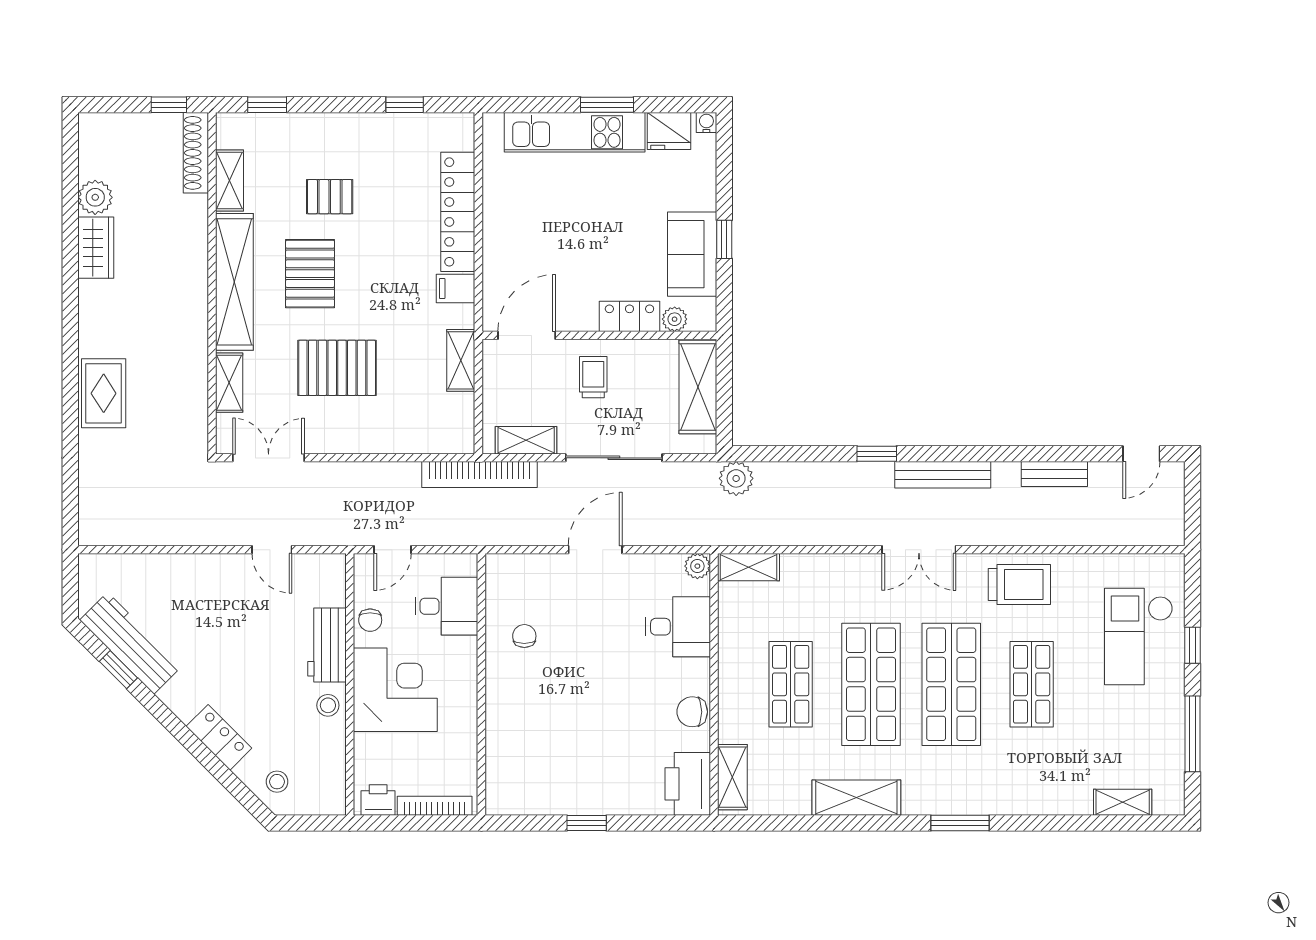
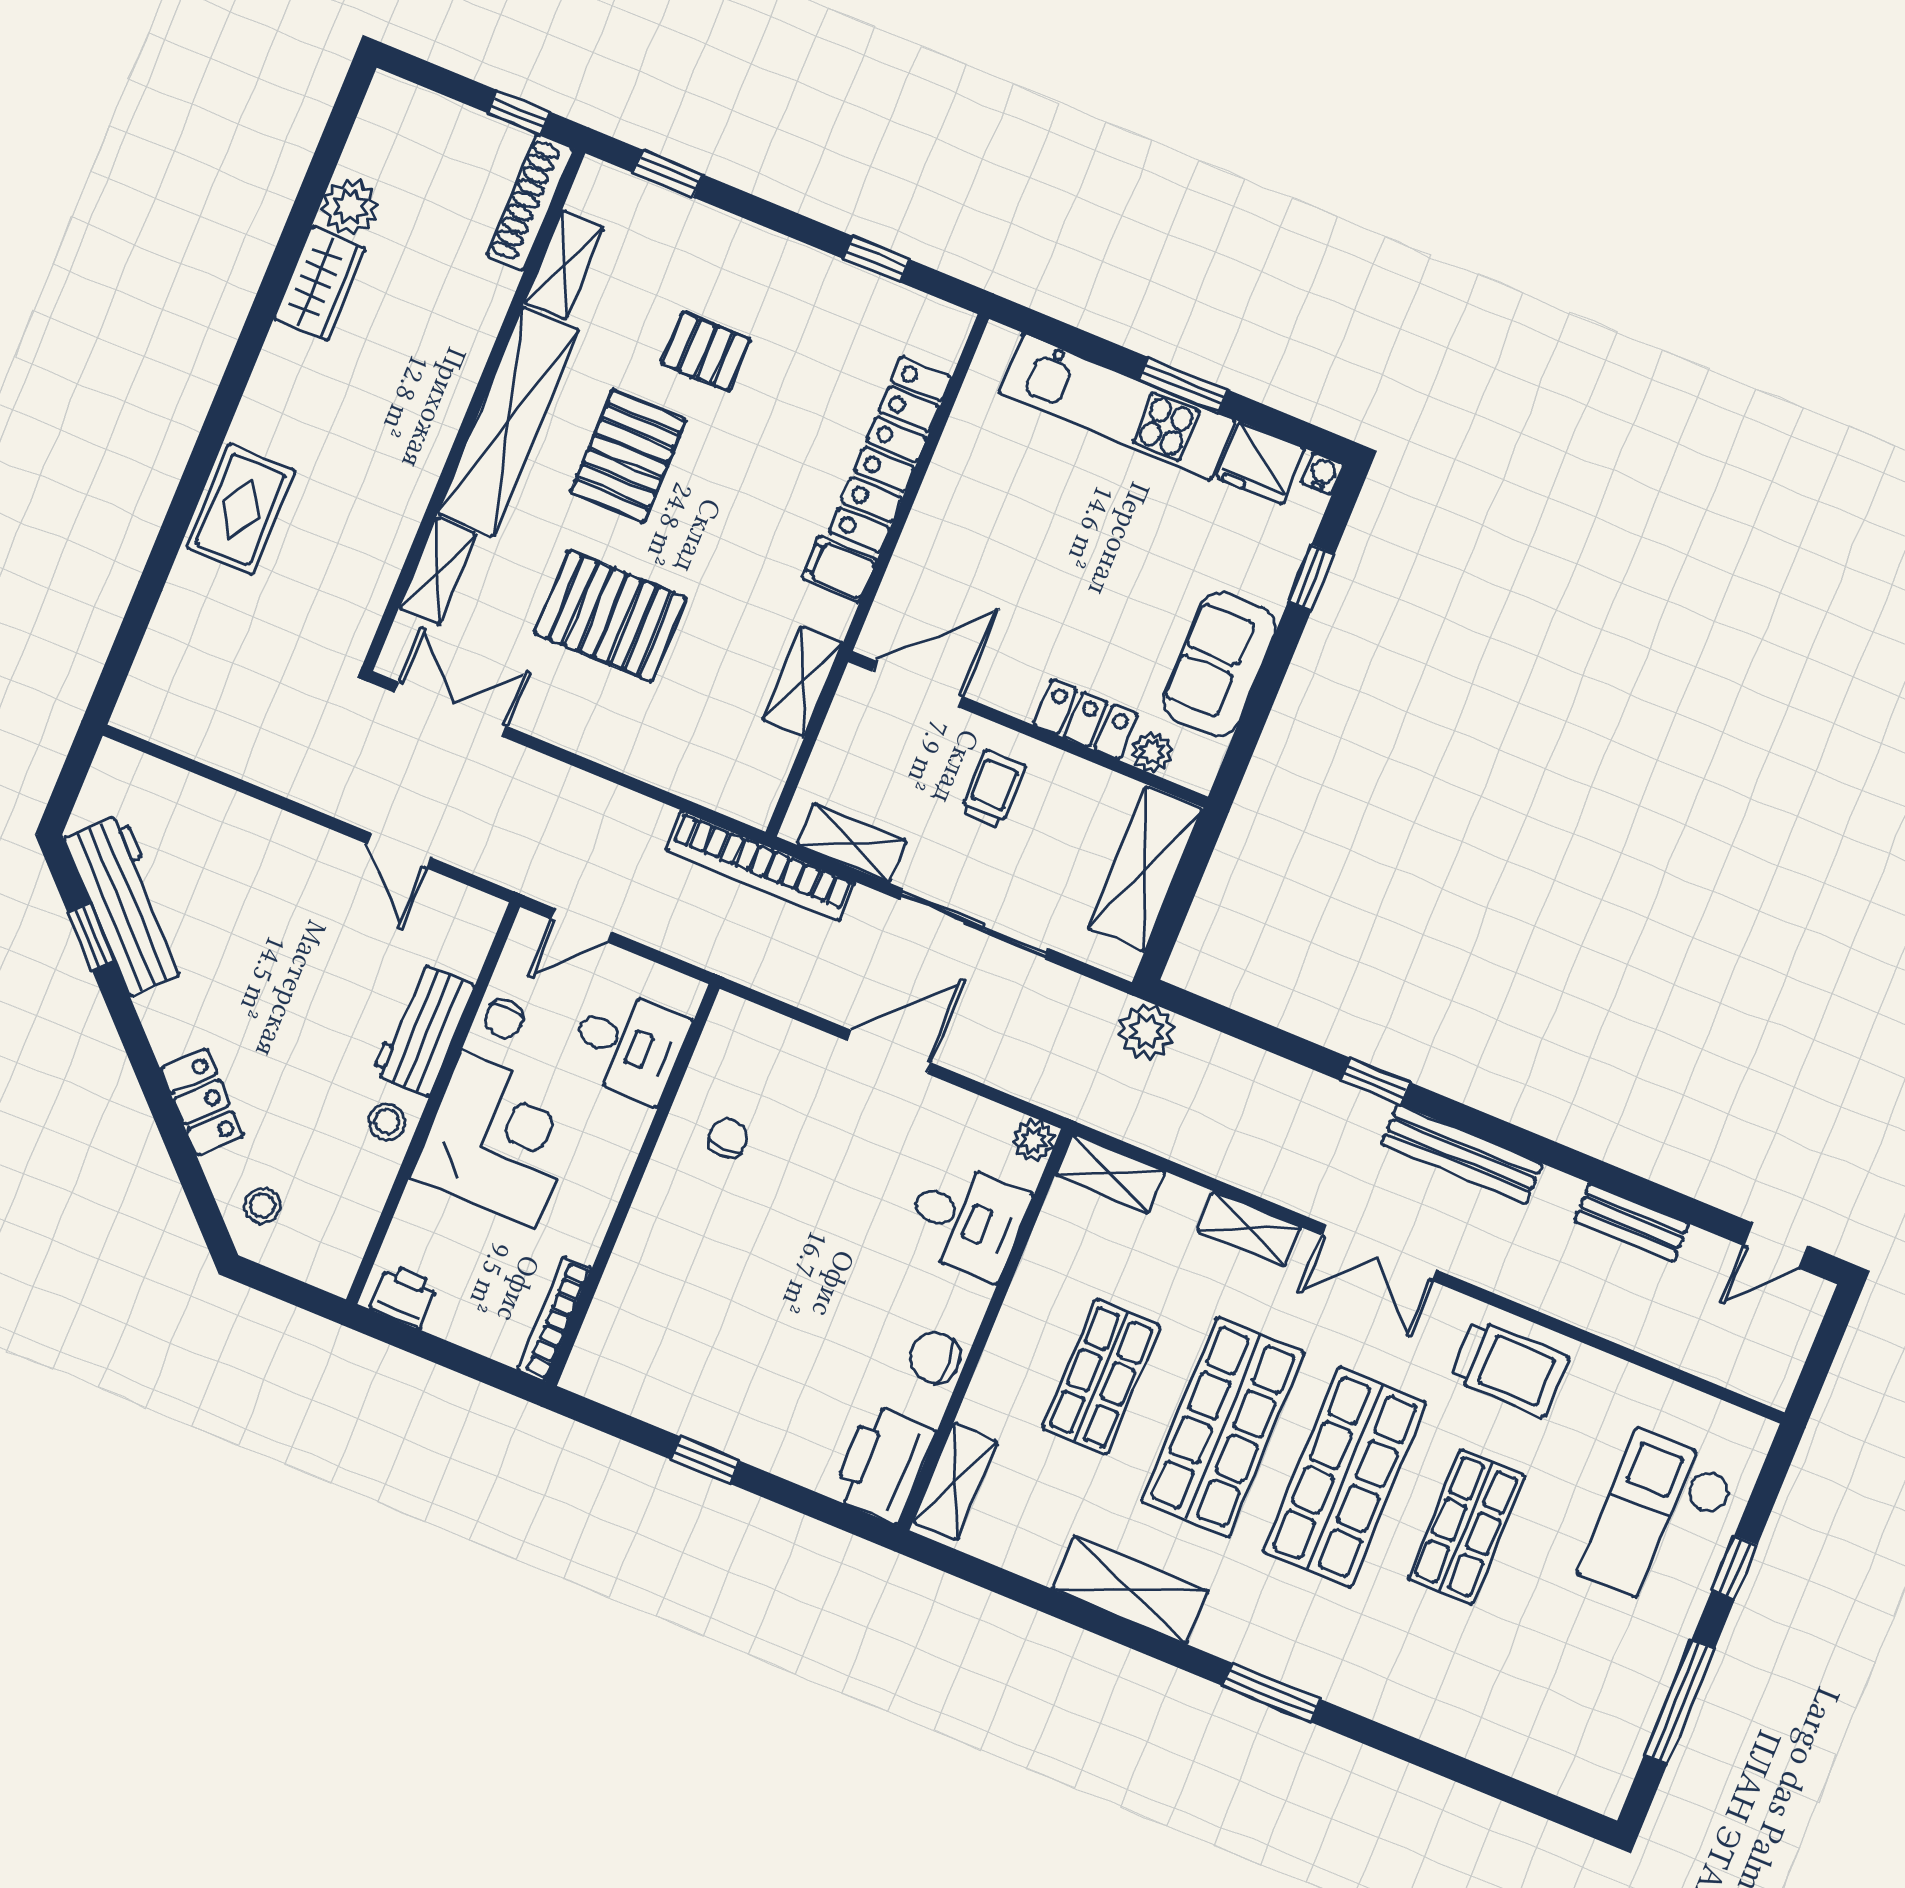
window: (724, 239) -> (1311, 578), moved
shelving: (1123, 802) -> (1249, 1229), moved
bookcase: (435, 806) -> (554, 1319), moved, turned -90

